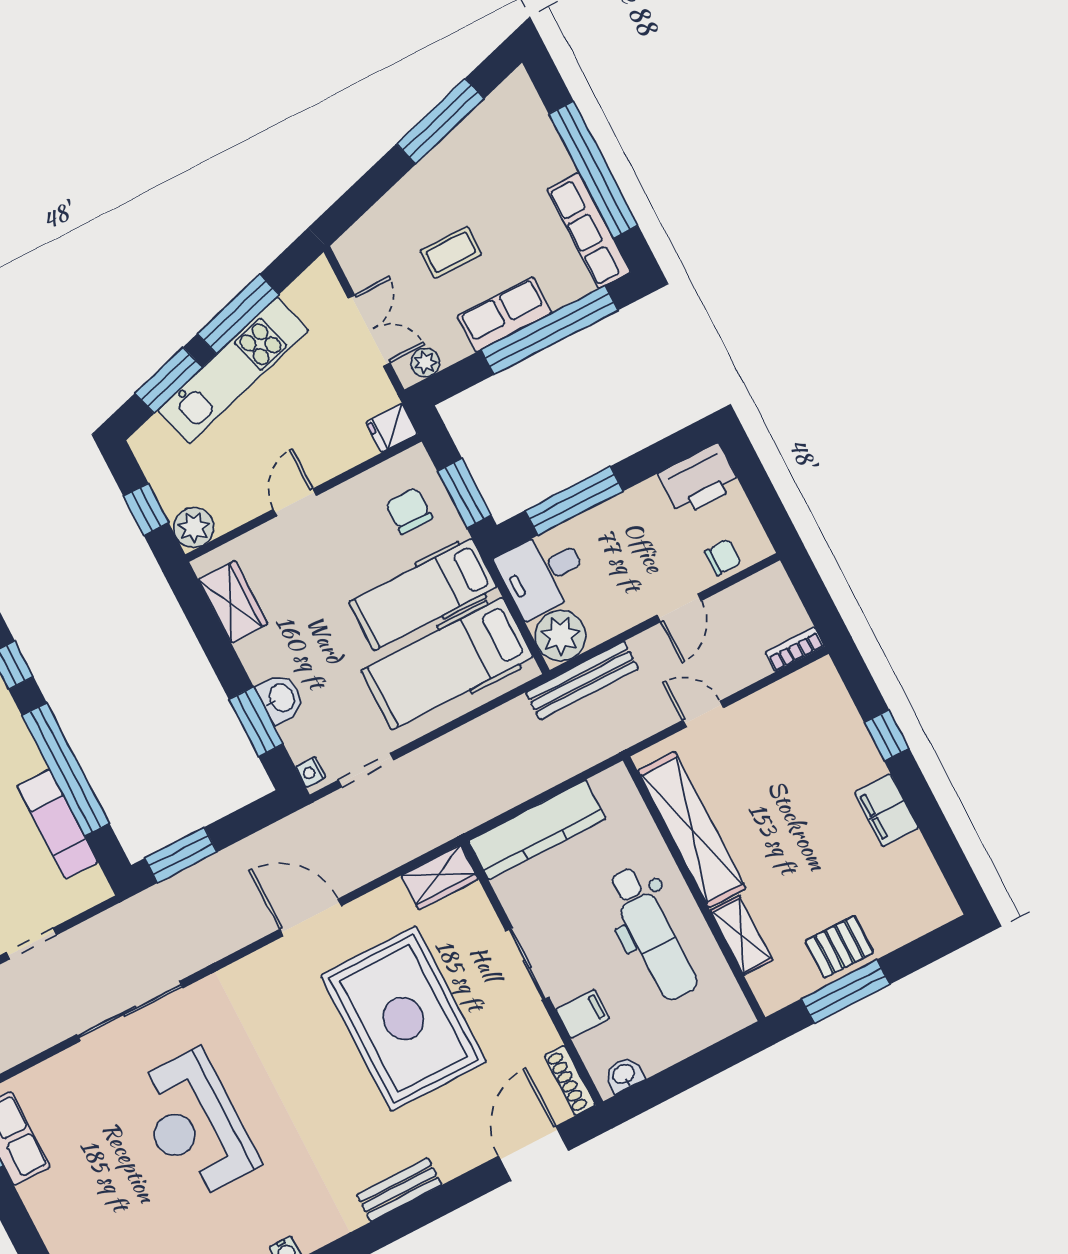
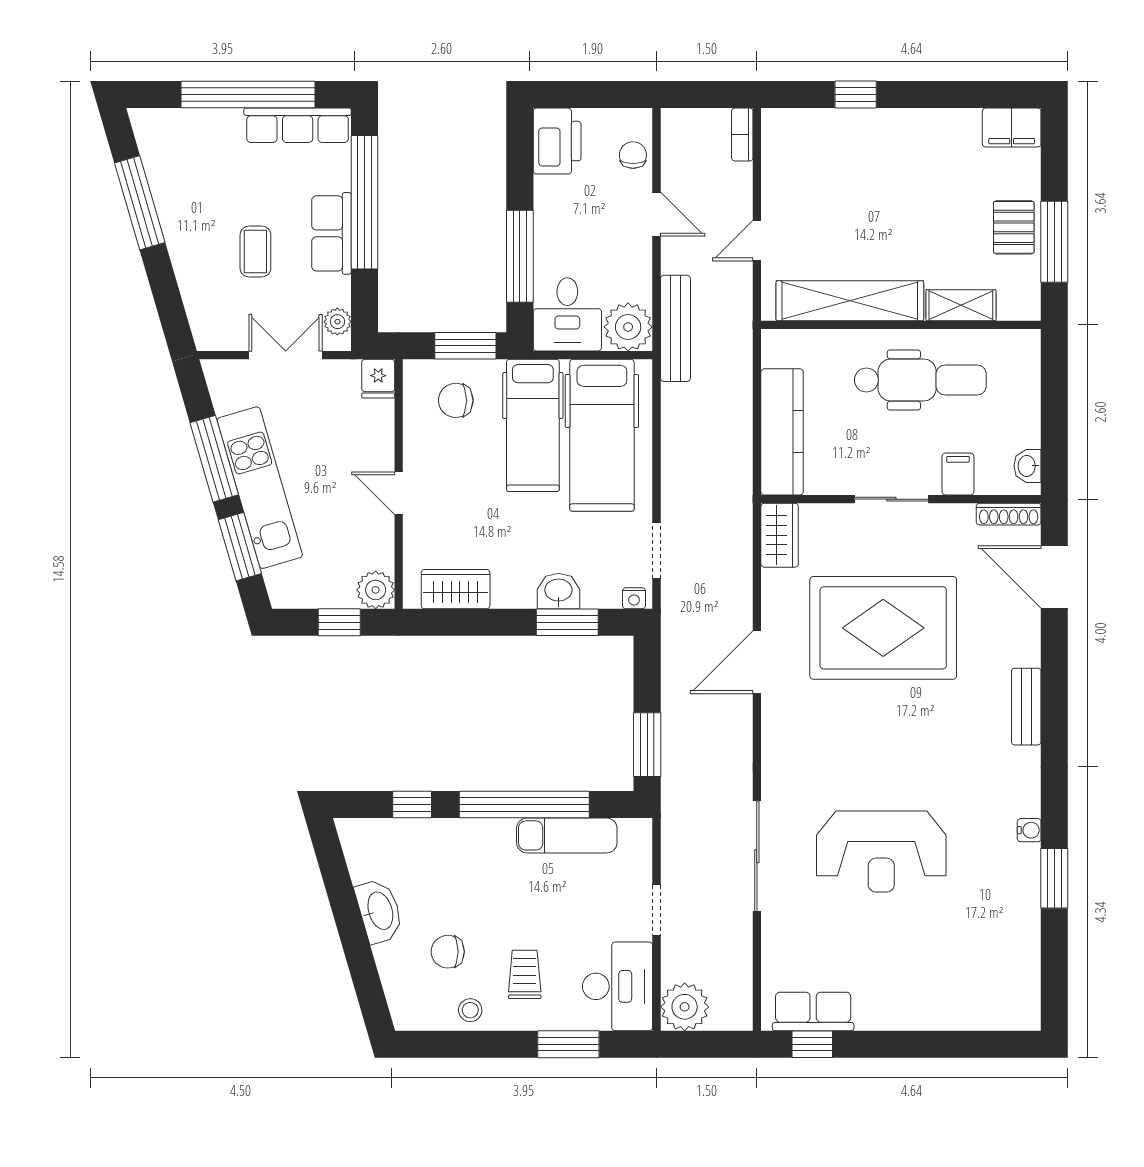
filing cabinet: (887, 810) -> (1012, 127), moved

